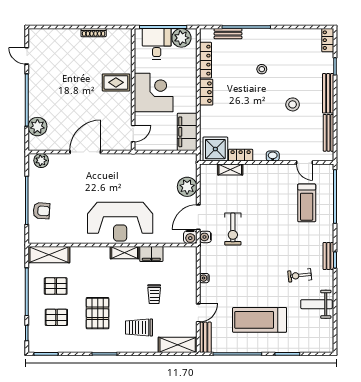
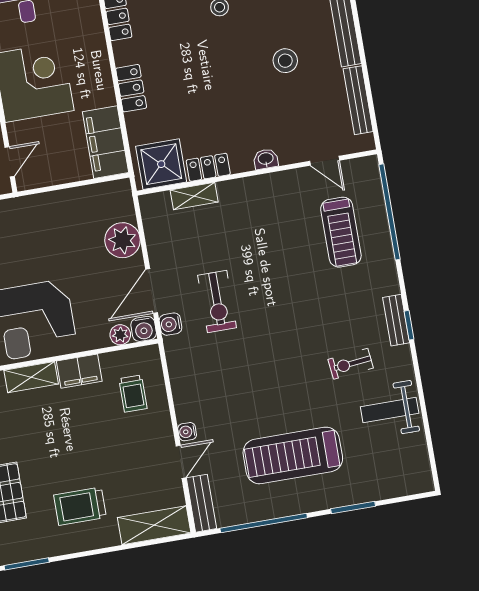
locker: (206, 92) -> (131, 88), moved
plant: (177, 238) -> (120, 335), added
water cooler: (204, 278) -> (187, 432), moved
trolley: (154, 294) -> (133, 394), moved

